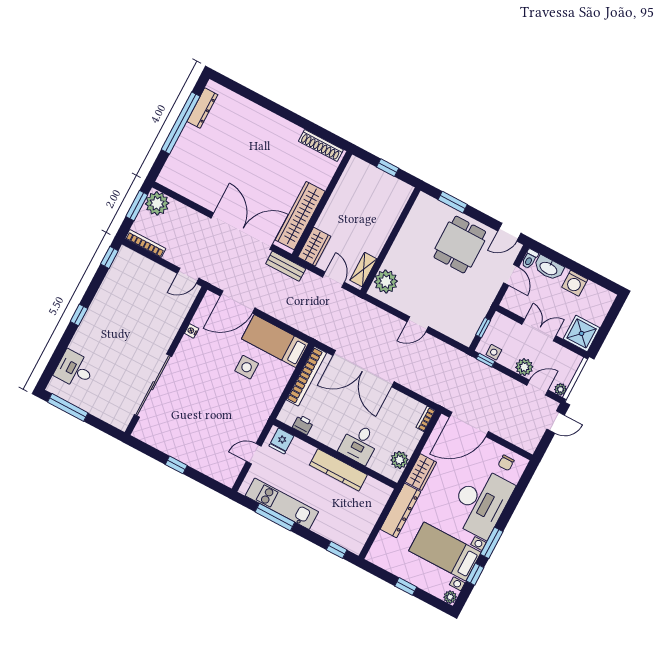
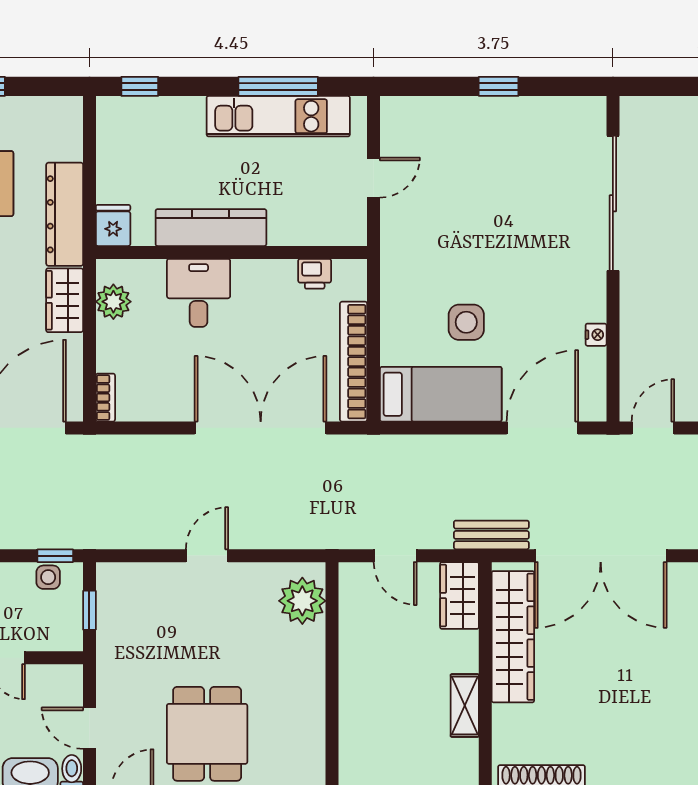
shelving: (363, 270) -> (465, 705), moved
fridge: (281, 441) -> (113, 225), moved

